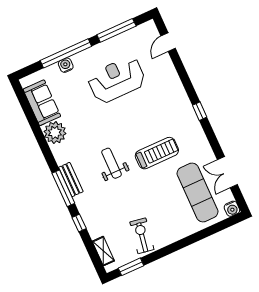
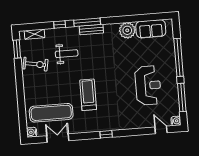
water cooler: (66, 65) -> (176, 121), moved
treadmill: (157, 153) -> (88, 95), turned 180
weight bench: (112, 163) -> (67, 54), moved

